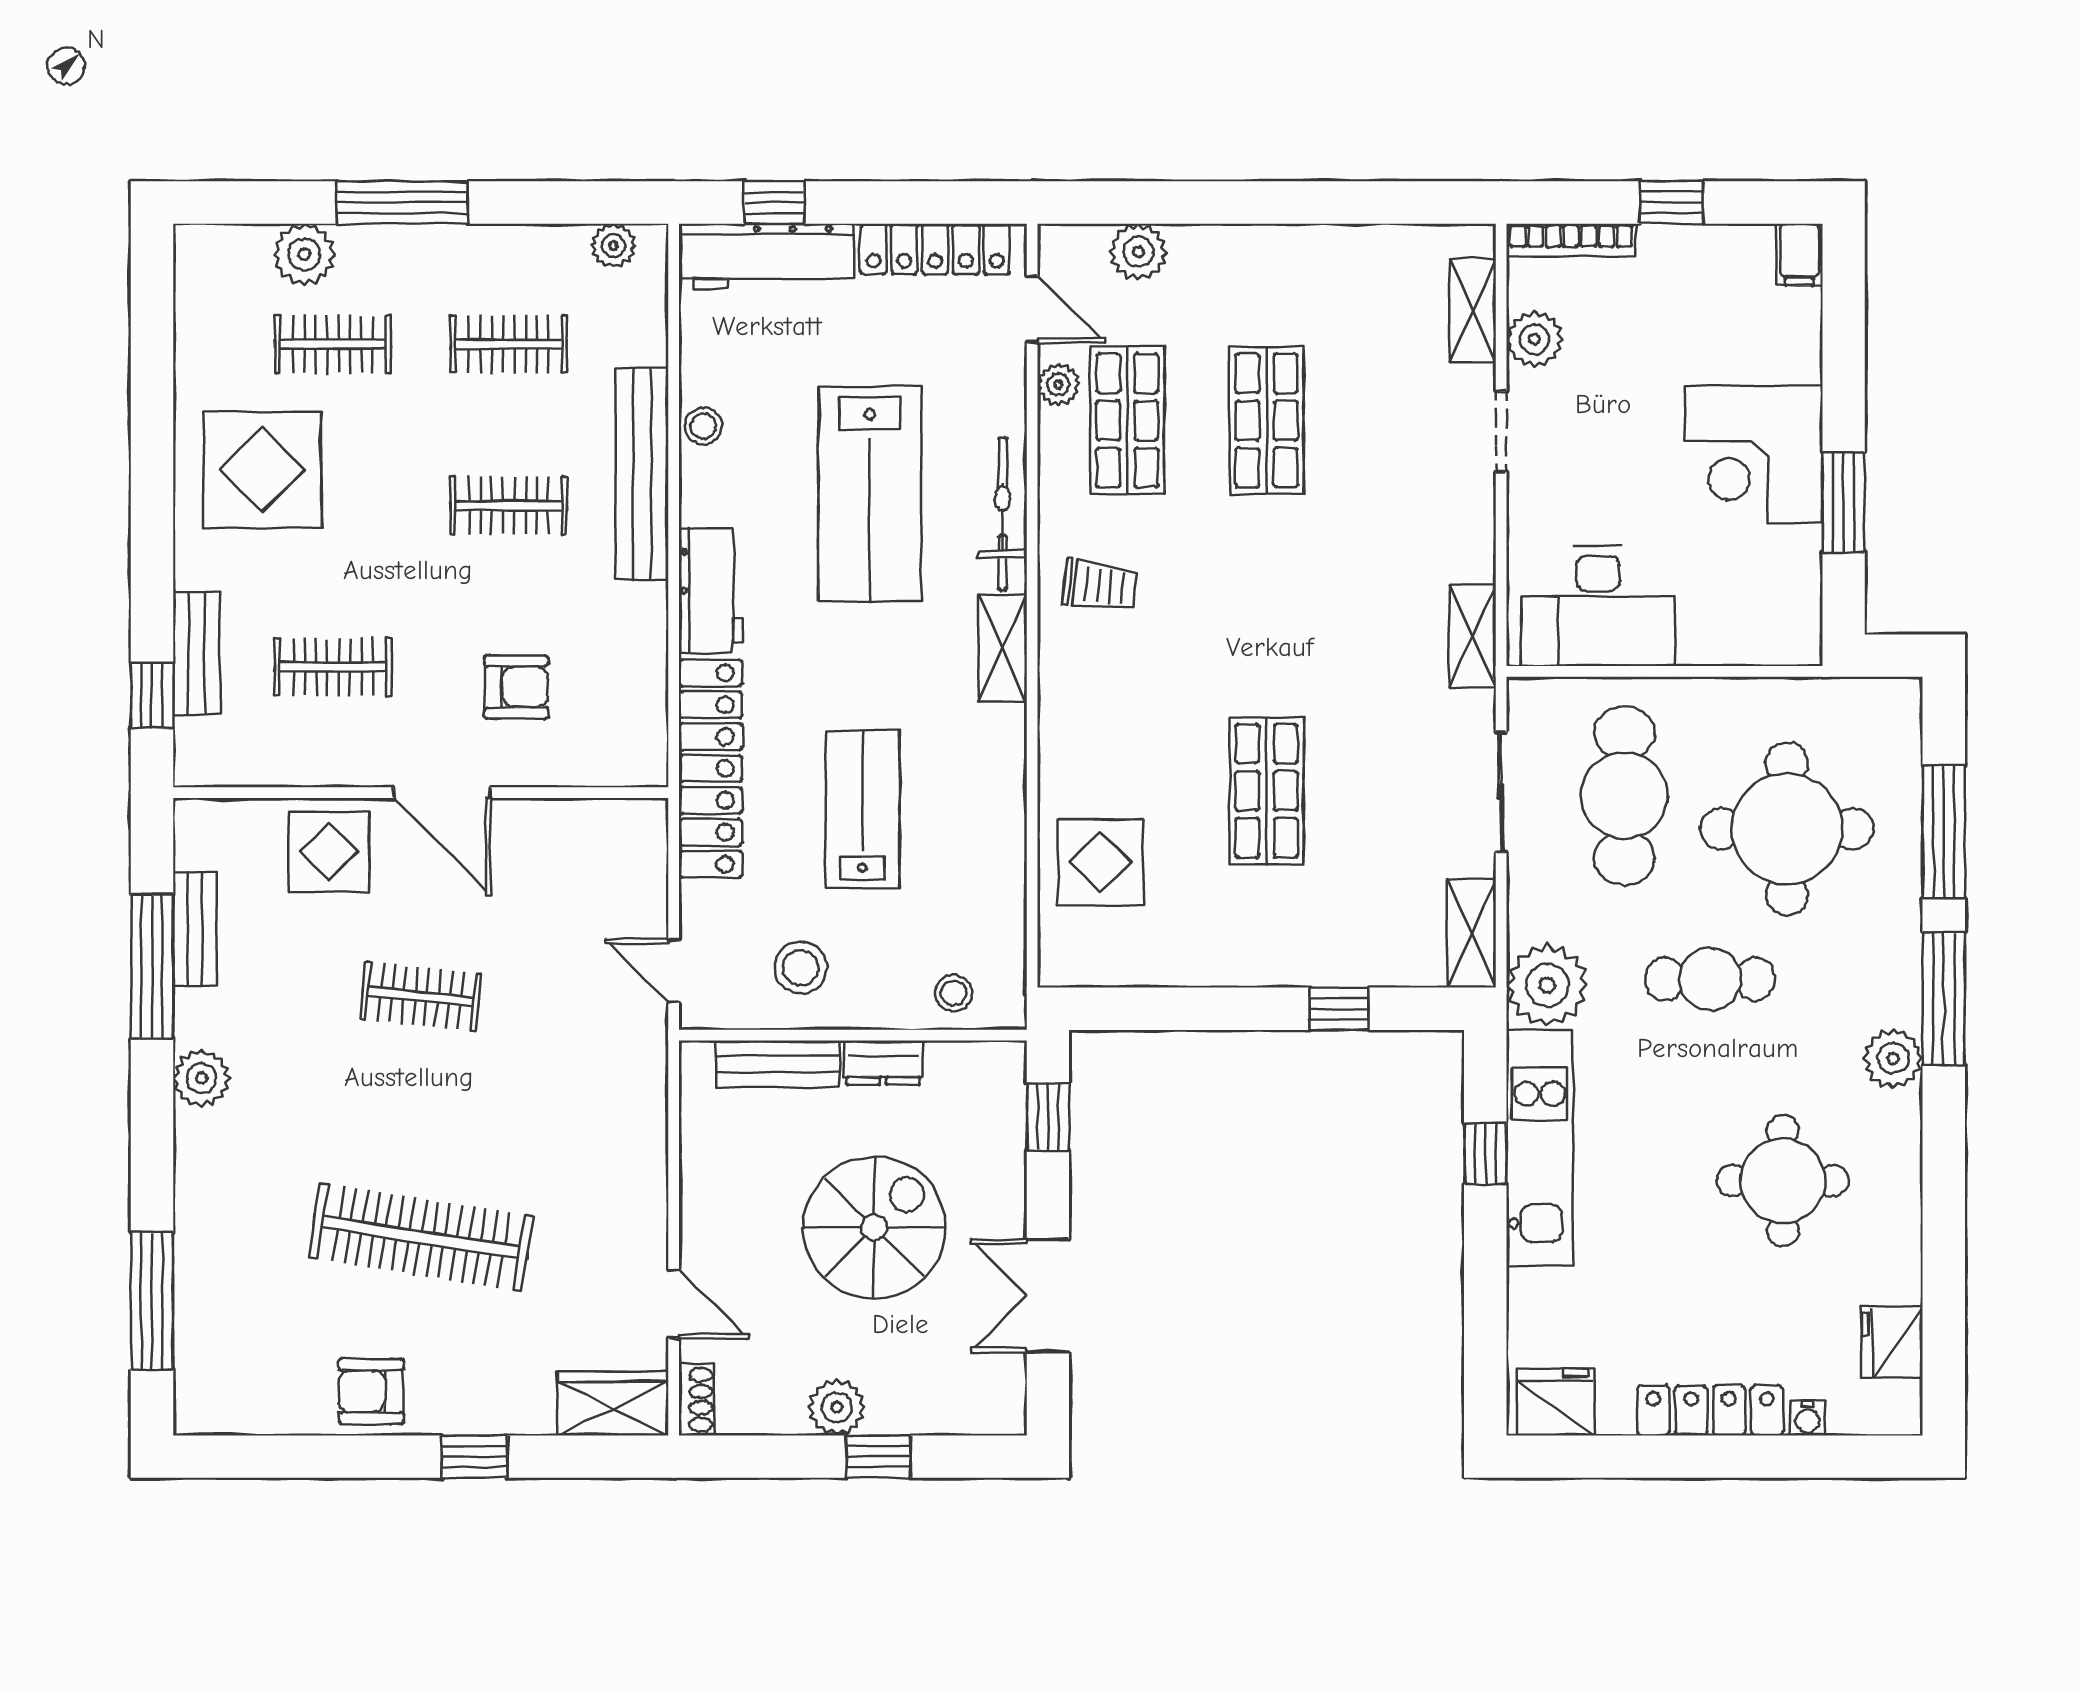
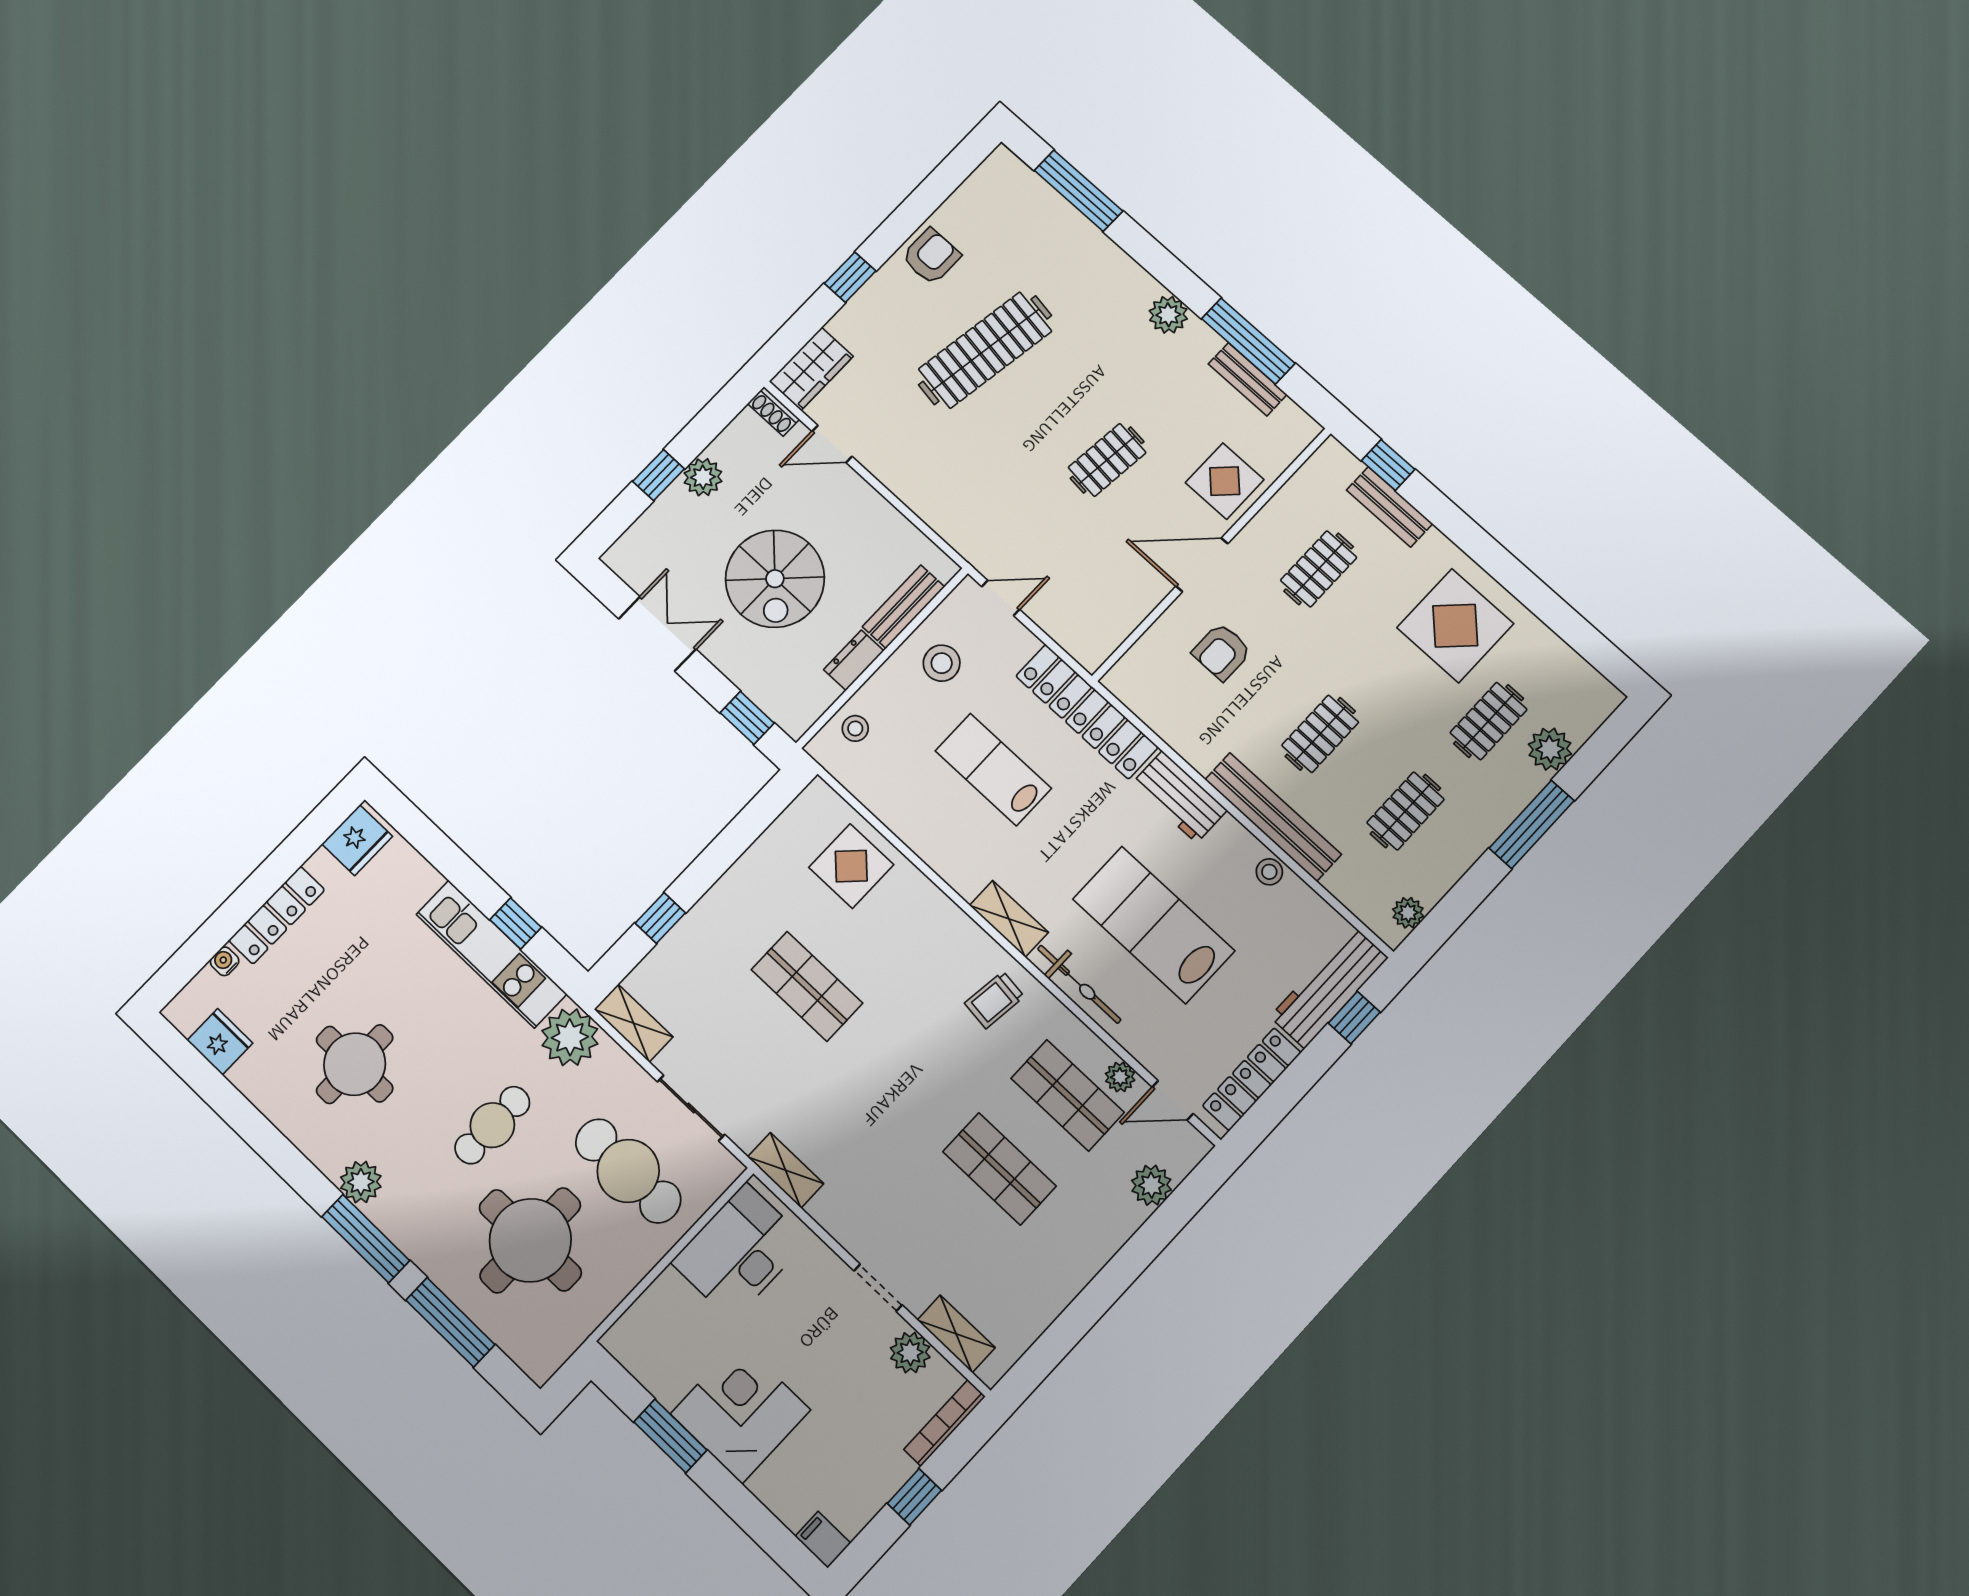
lab bench: (862, 809) -> (993, 769), turned 180

